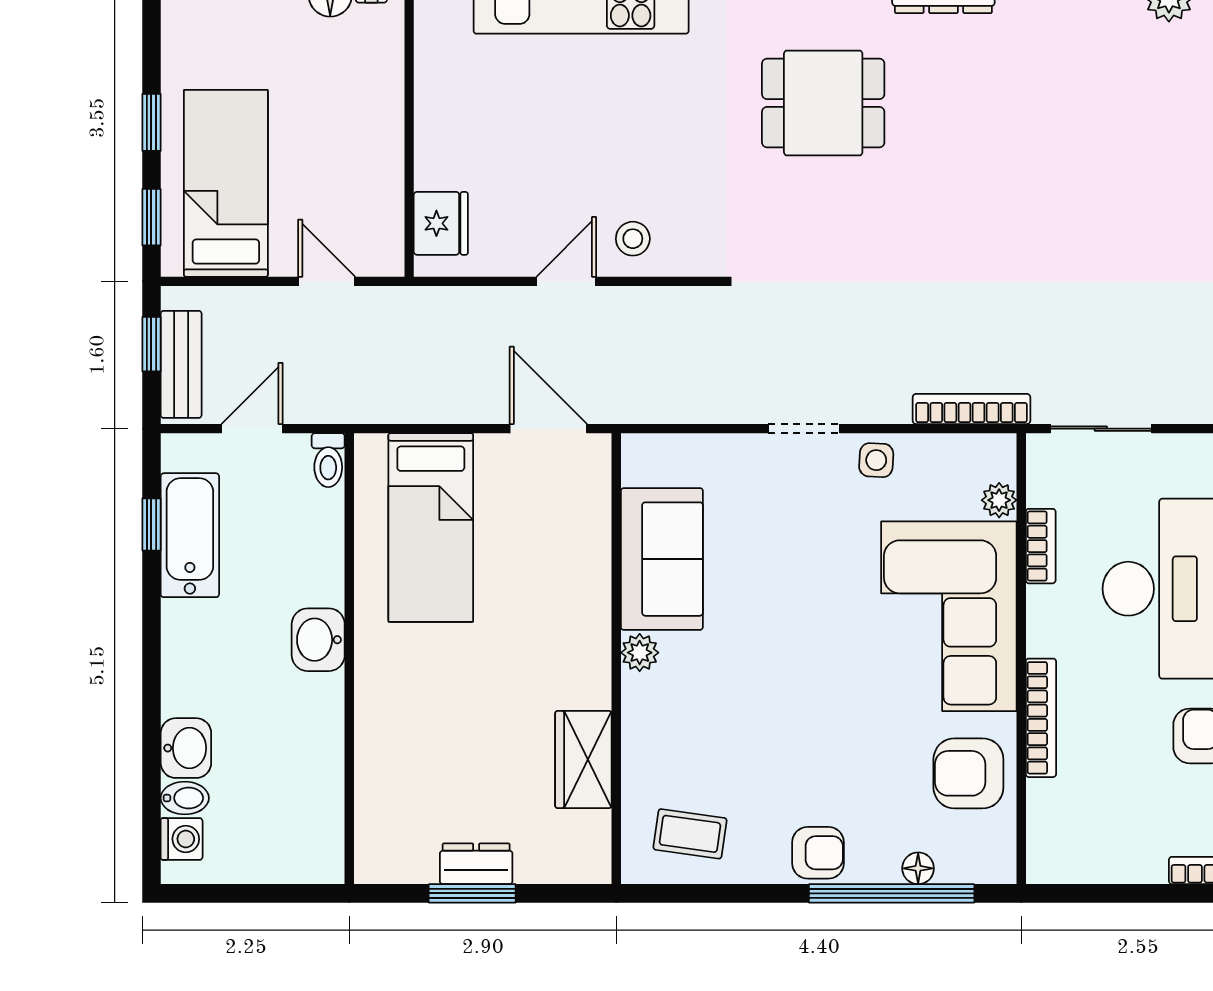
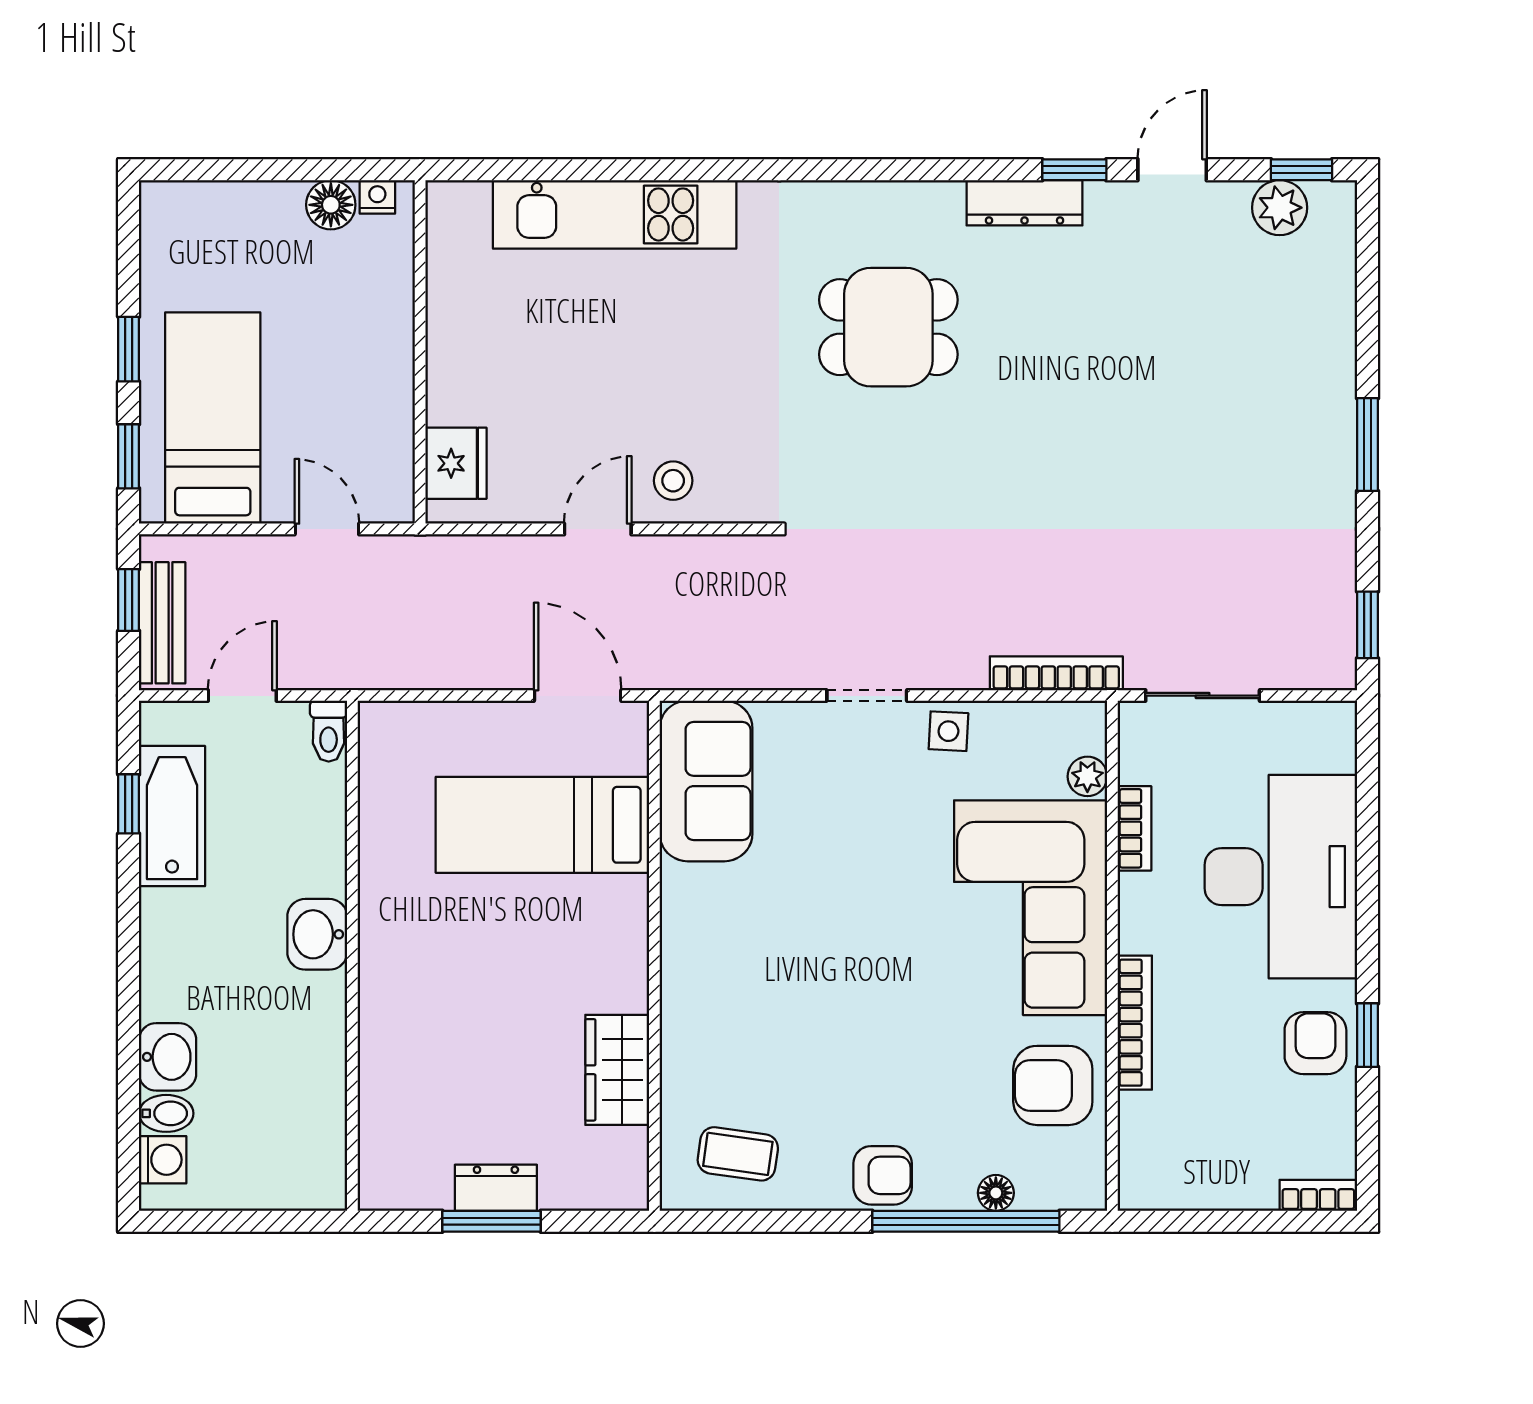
bed: (431, 528) -> (542, 825), moved, turned 90
sofa: (662, 559) -> (706, 781), moved
plant: (640, 653) -> (681, 949), removed

